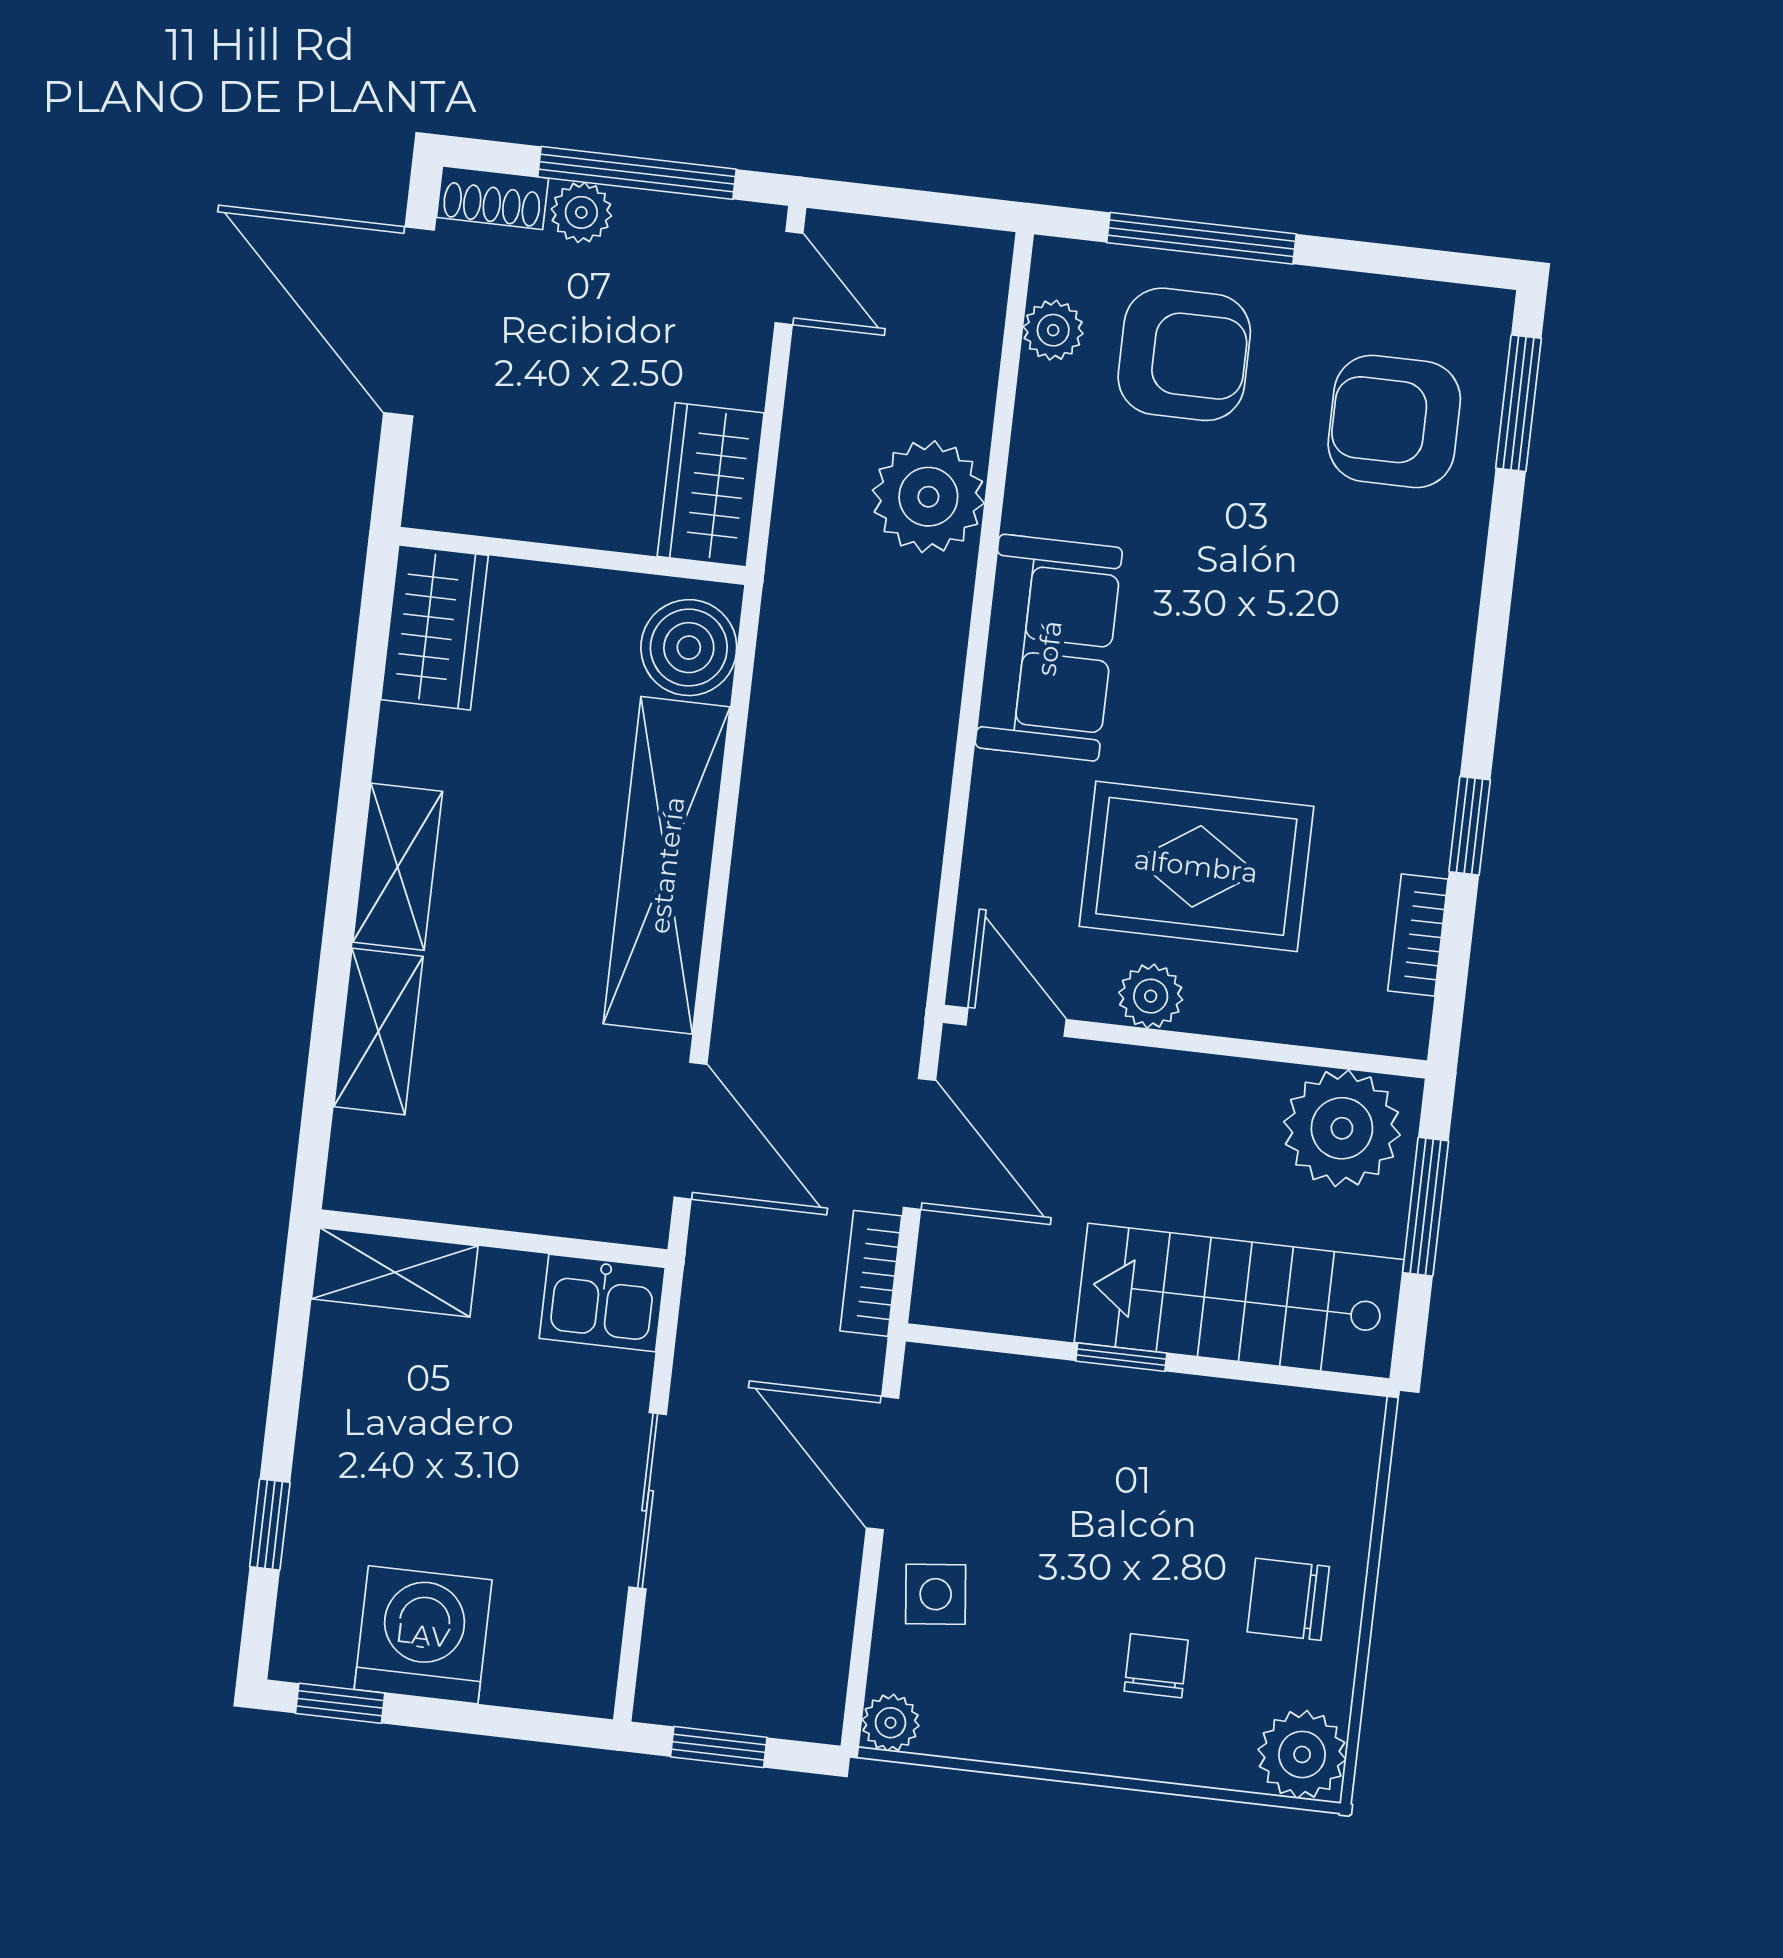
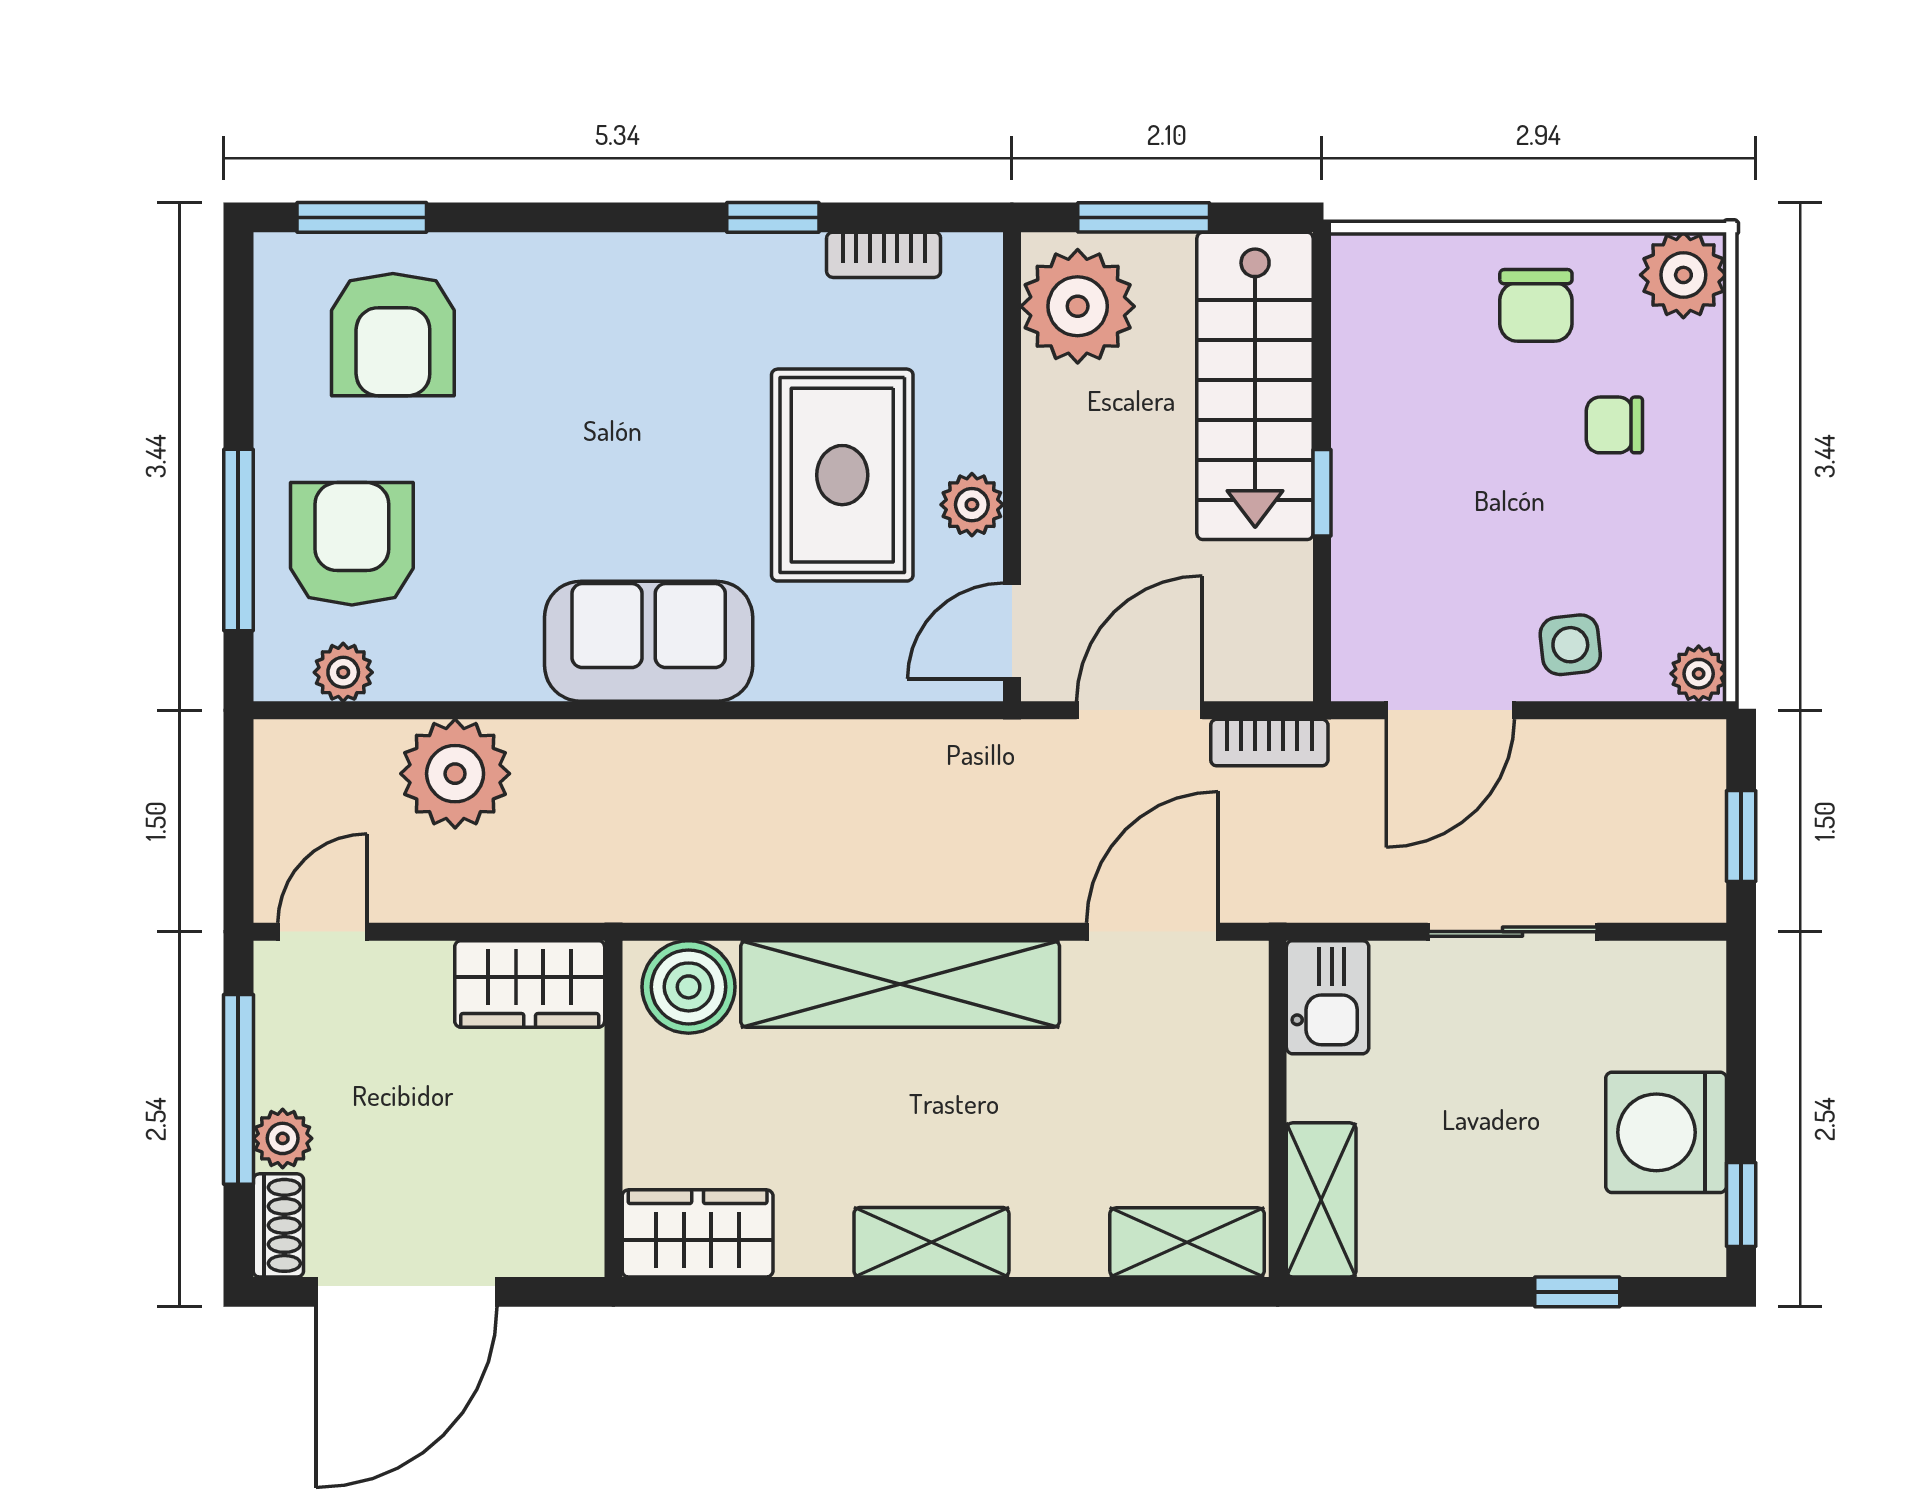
plant: (928, 497) -> (455, 774), moved
shelving: (378, 1032) -> (1187, 1242), moved

